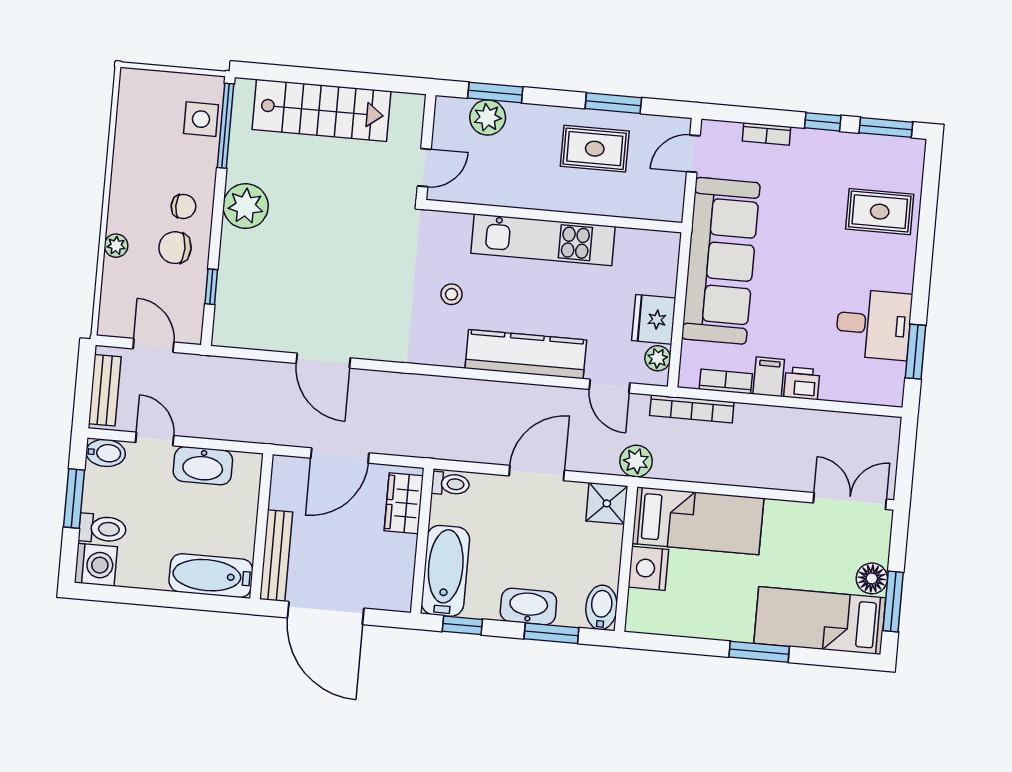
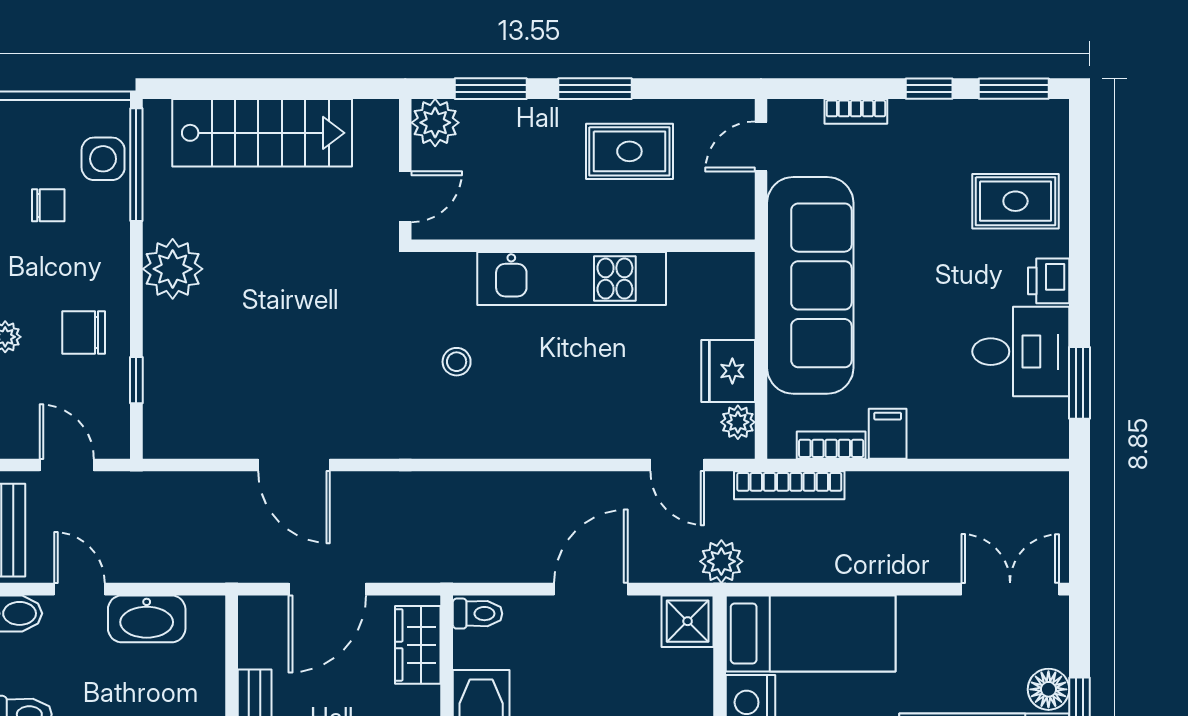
window: (613, 103) -> (595, 89), moved
plant: (488, 117) -> (435, 123), moved
chair: (183, 206) -> (48, 205), moved
kitchen counter: (526, 354) -> (562, 432), removed
printer: (802, 383) -> (1049, 281), moved, turned -90

